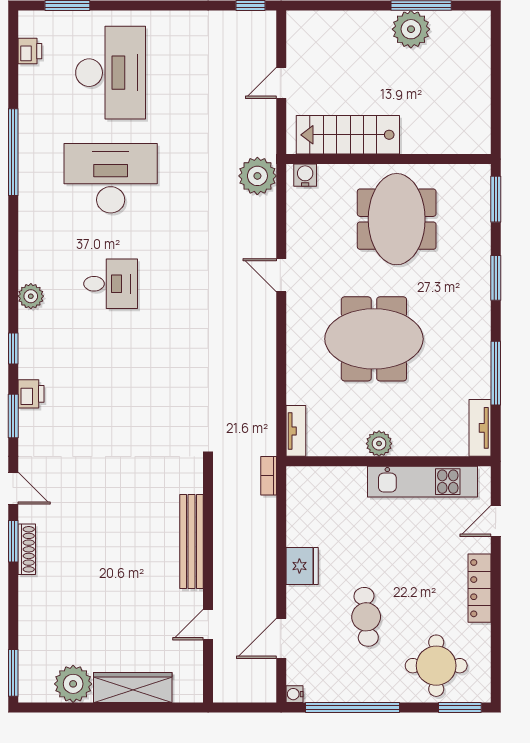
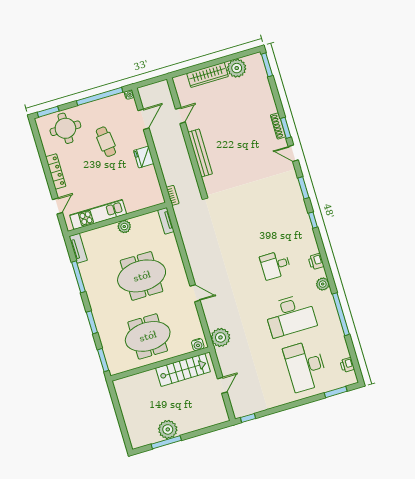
meeting table: (397, 219) -> (148, 336), turned 90
plant: (31, 296) -> (323, 284), moved
printer: (31, 394) -> (316, 262), moved

